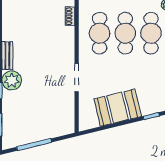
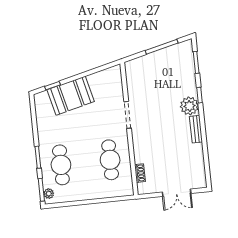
cafe table: (125, 33) -> (85, 162), removed
booth: (118, 108) -> (71, 96), moved

